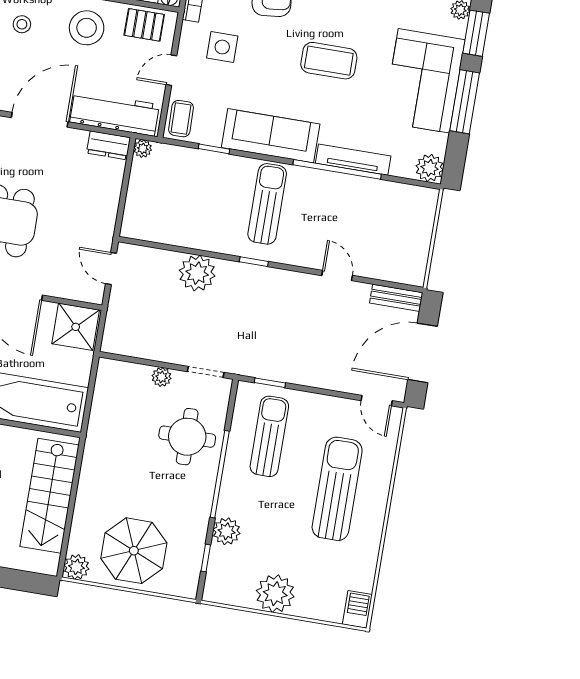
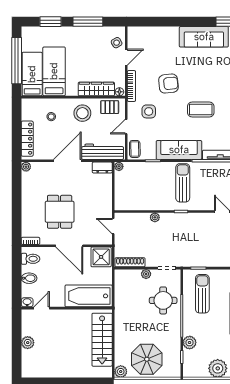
plant: (197, 273) -> (155, 217), width x0.53, depth x0.53
shoe rack: (133, 348) -> (130, 262), added

